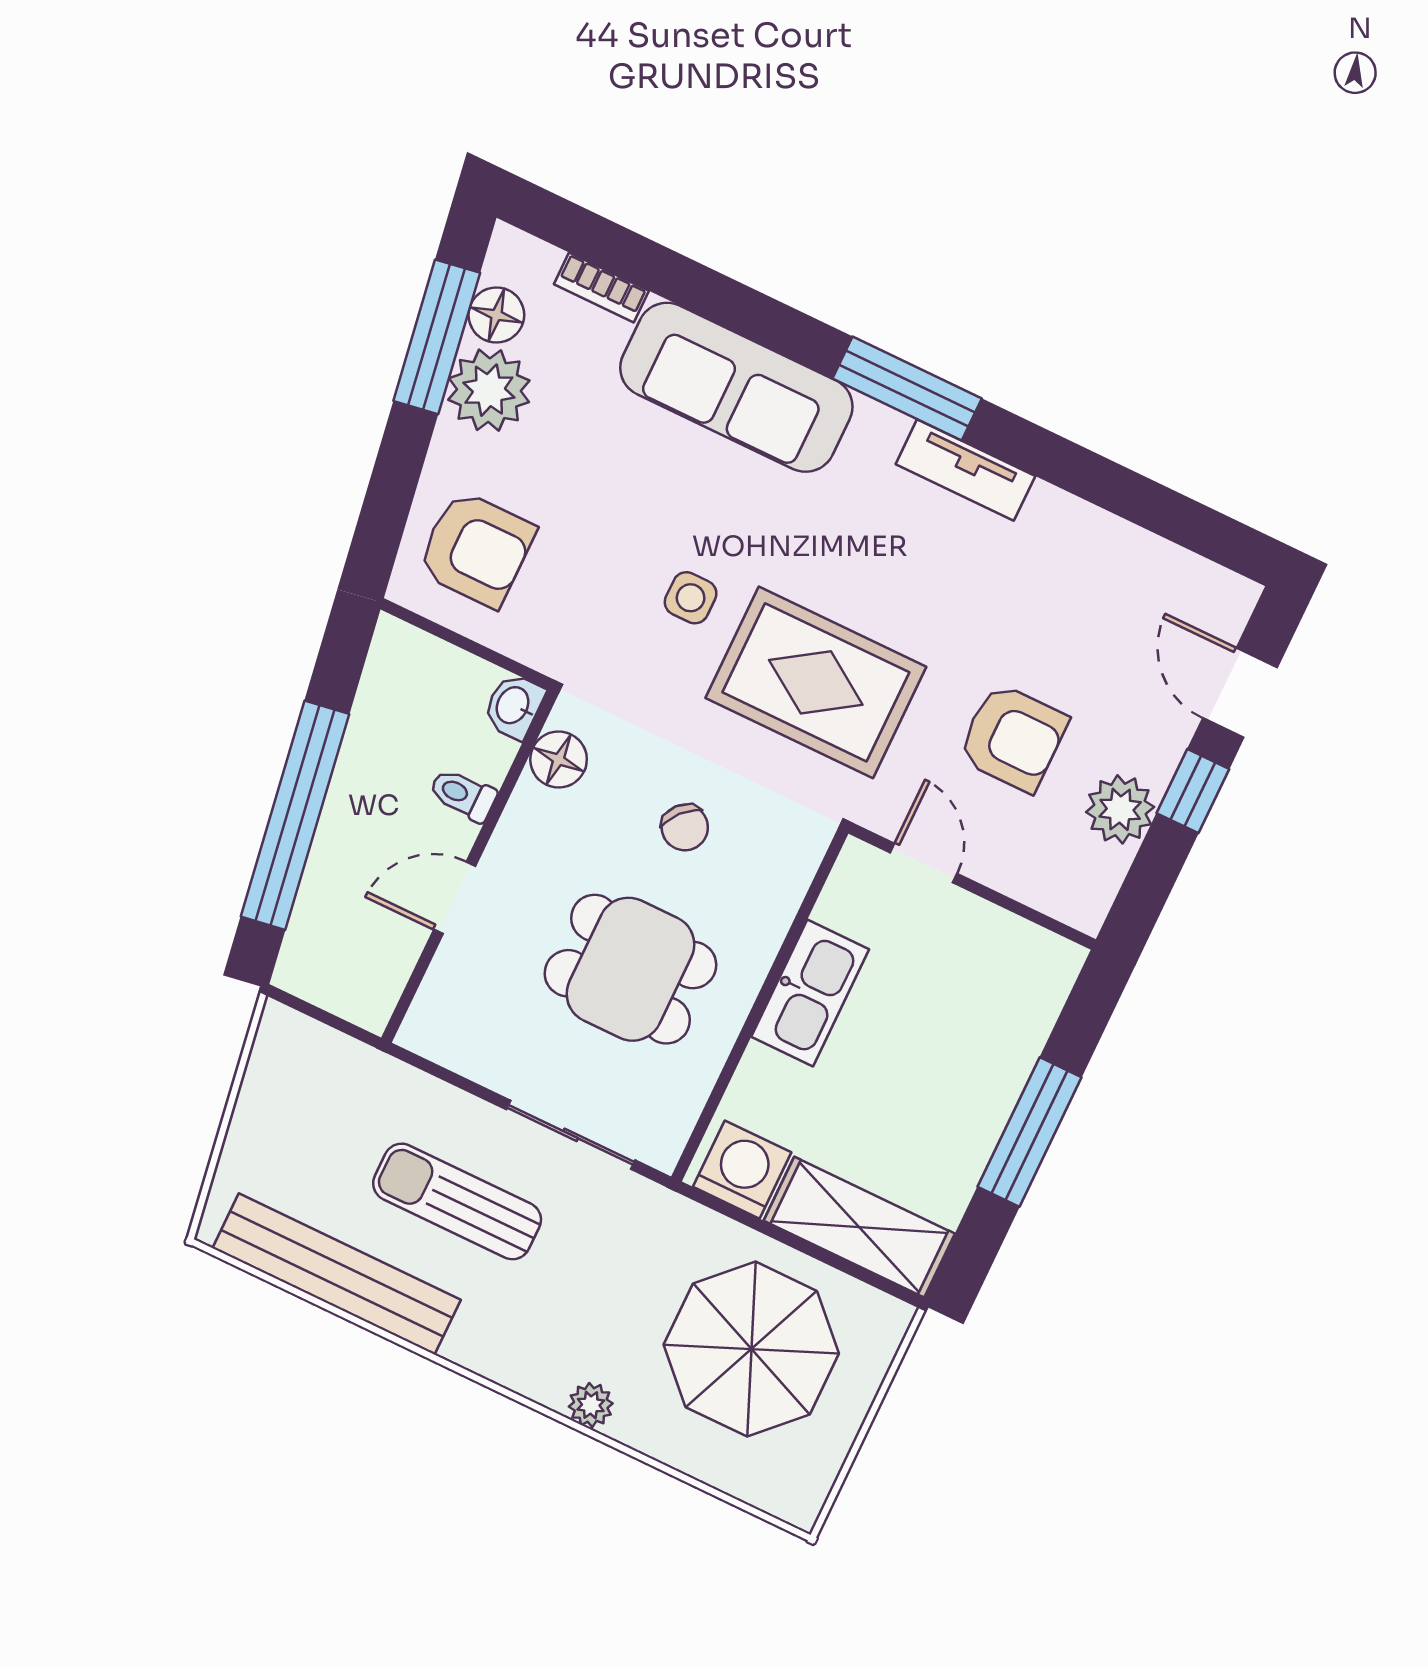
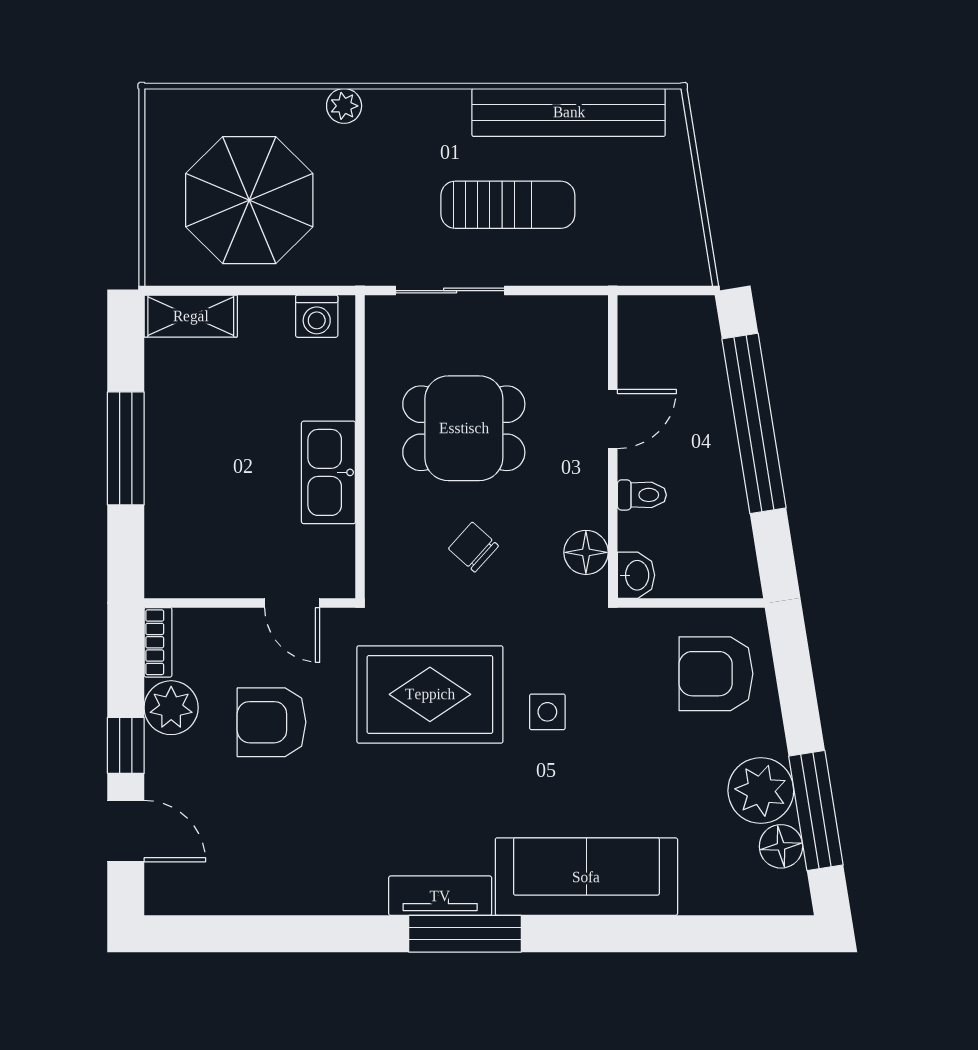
bookcase: (601, 288) -> (158, 642), moved, turned 90
tv unit: (965, 470) -> (440, 896), moved
washing machine: (742, 1170) -> (317, 316), width x0.73, depth x0.73
shelving: (859, 1227) -> (191, 316), width x0.67, depth x0.75

